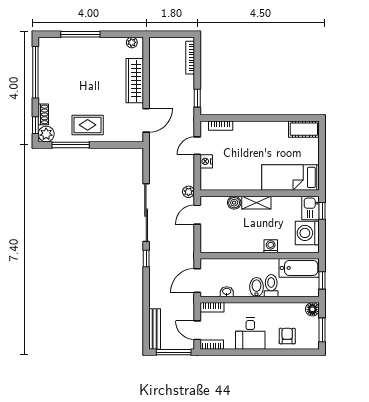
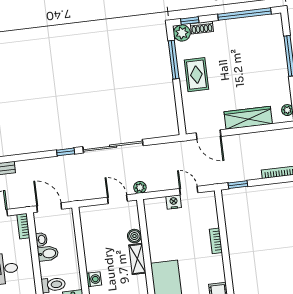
bookcase: (221, 126) -> (216, 241), moved
bidet: (257, 287) -> (48, 254), moved

